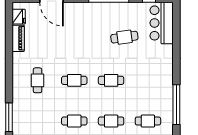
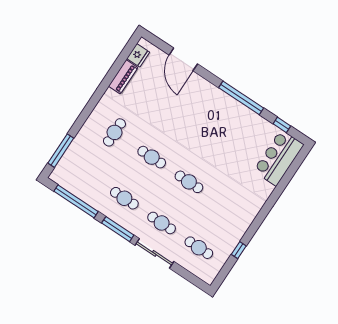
cafe table: (124, 37) -> (231, 147), removed
window: (176, 105) -> (239, 250), width x0.32

